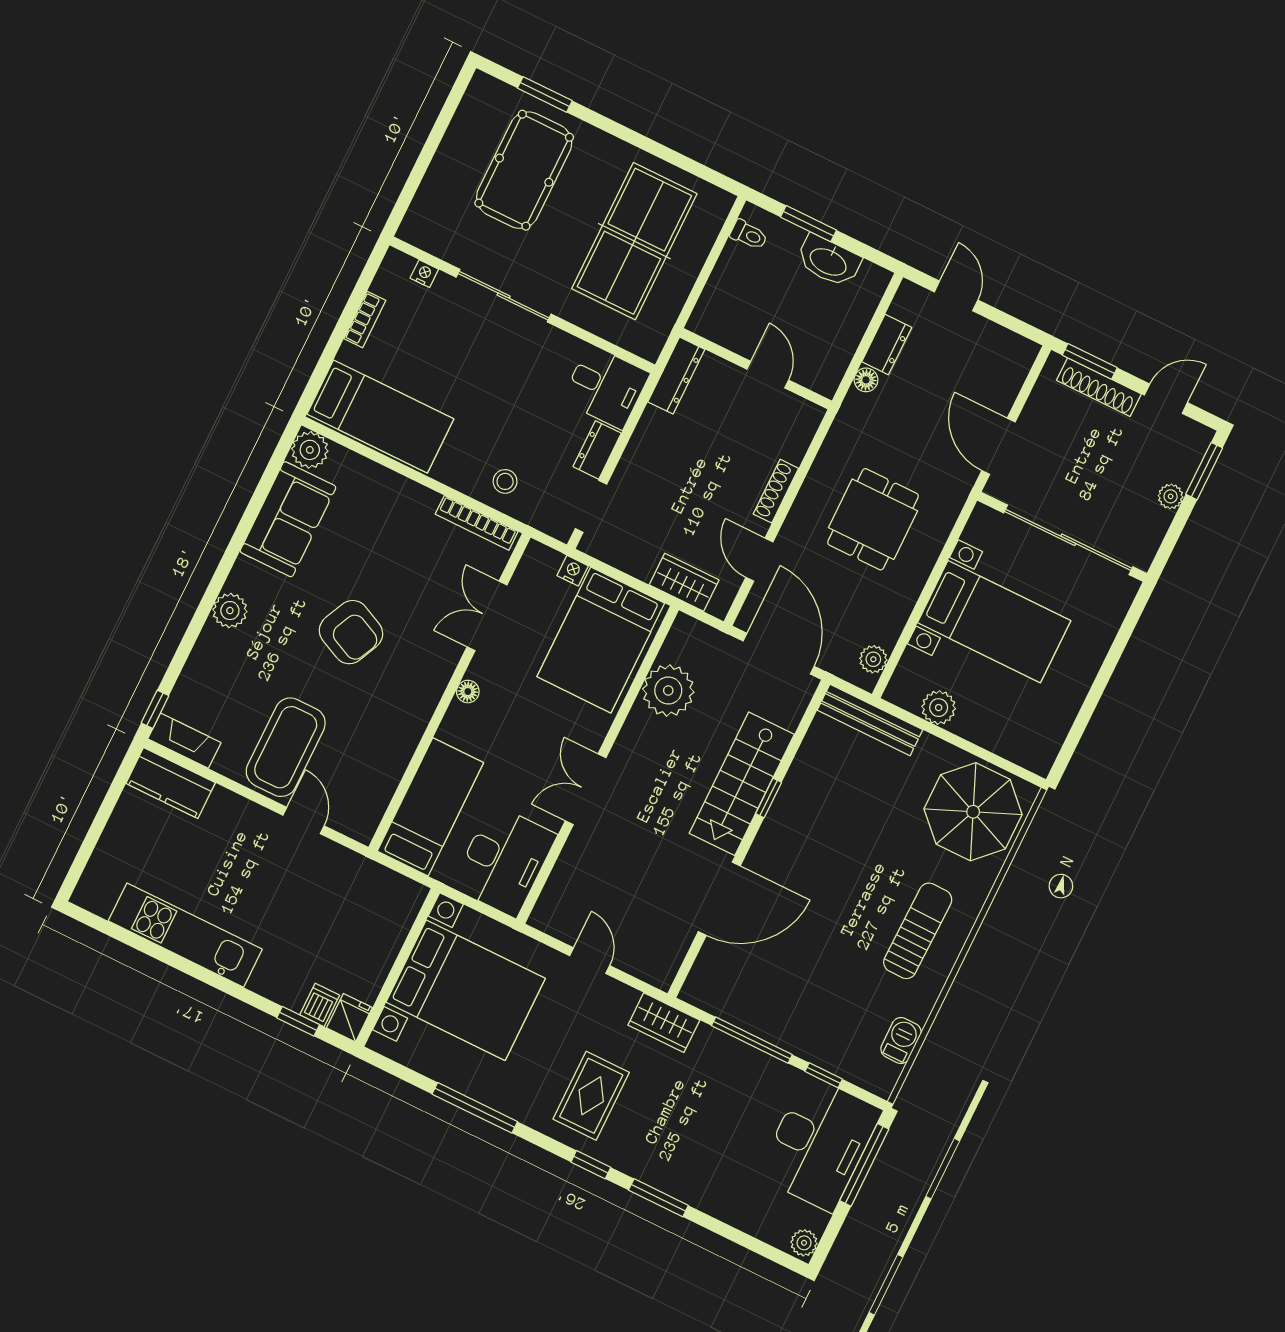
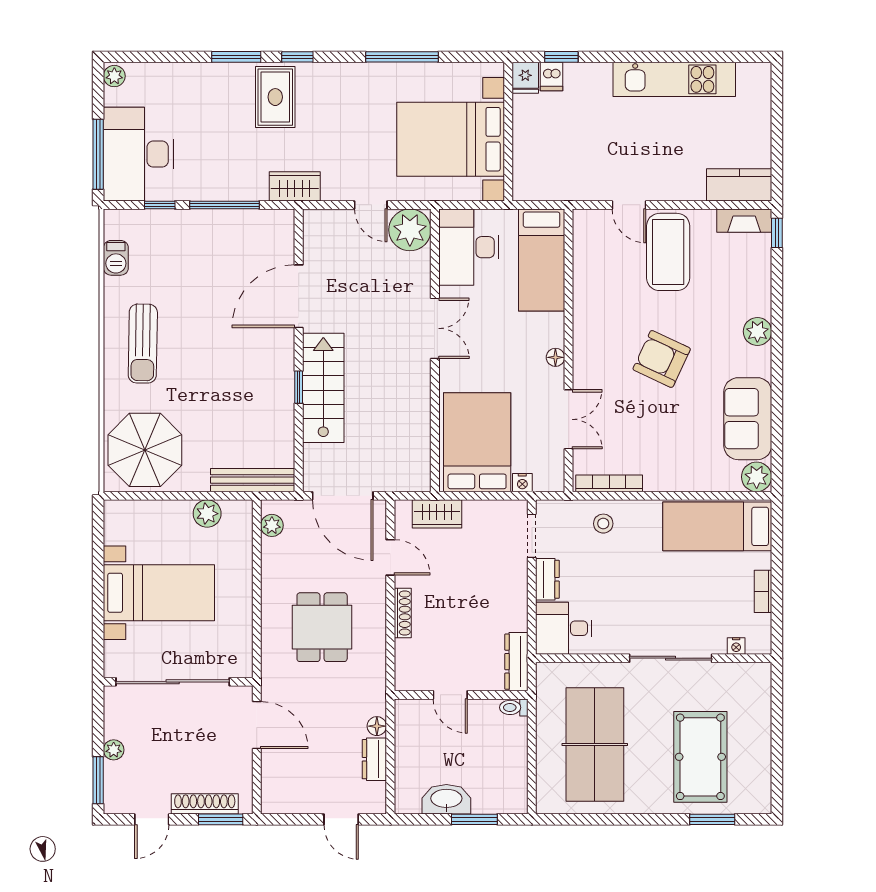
toilet: (749, 235) -> (514, 707), moved
bed with nightstands: (994, 622) -> (159, 593), moved, turned 180
plant: (668, 691) -> (410, 230), moved
rug: (591, 1096) -> (275, 97), moved

